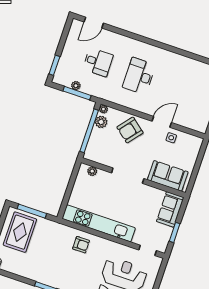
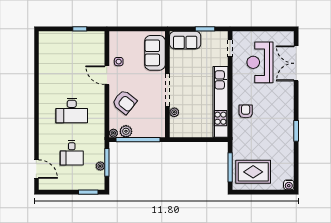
desk: (98, 62) -> (72, 153), turned 180
plant: (92, 171) -> (174, 112), moved

